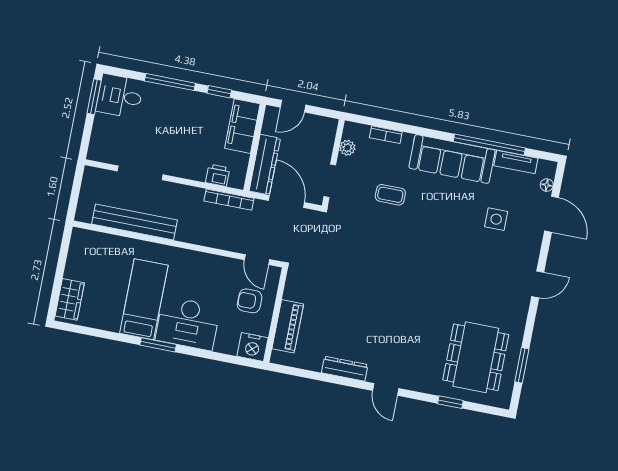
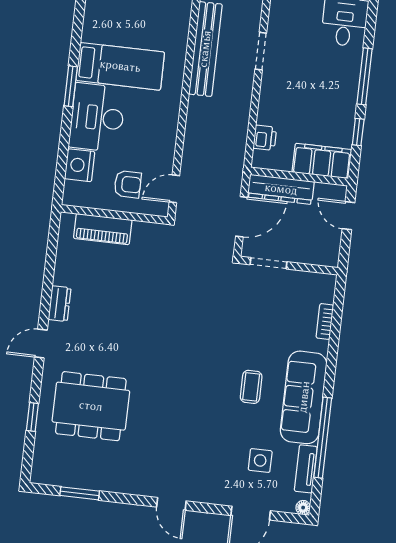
plant: (347, 148) -> (307, 280), removed
doorway: (140, 173) -> (261, 51), width x0.73
floor lamp: (547, 185) -> (303, 508), moved
coffee table: (390, 195) -> (251, 387), moved
bookcase: (229, 200) -> (239, 152), removed
side table: (496, 219) -> (260, 460), moved
armchair: (250, 301) -> (128, 184), turned 90
nightstand: (252, 347) -> (80, 165), moved
dining table: (476, 357) -> (91, 406), moved
dresser: (345, 369) -> (60, 304), width x0.70

